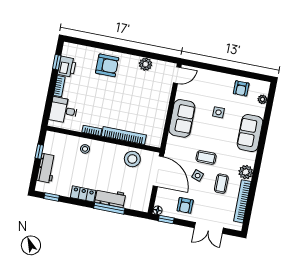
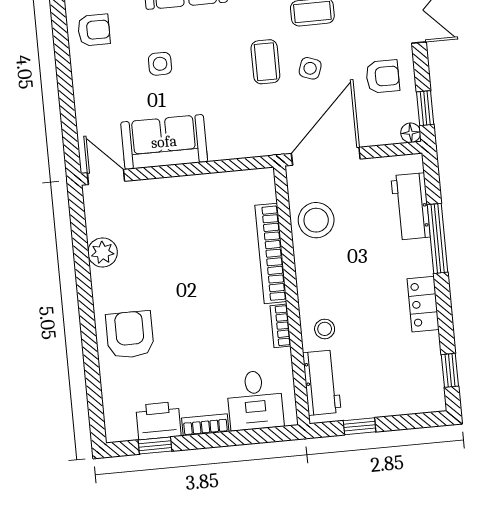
sofa: (182, 118) -> (164, 142), moved
workbench: (46, 168) -> (322, 383), moved, turned 90
workbench: (110, 198) -> (411, 206), moved

